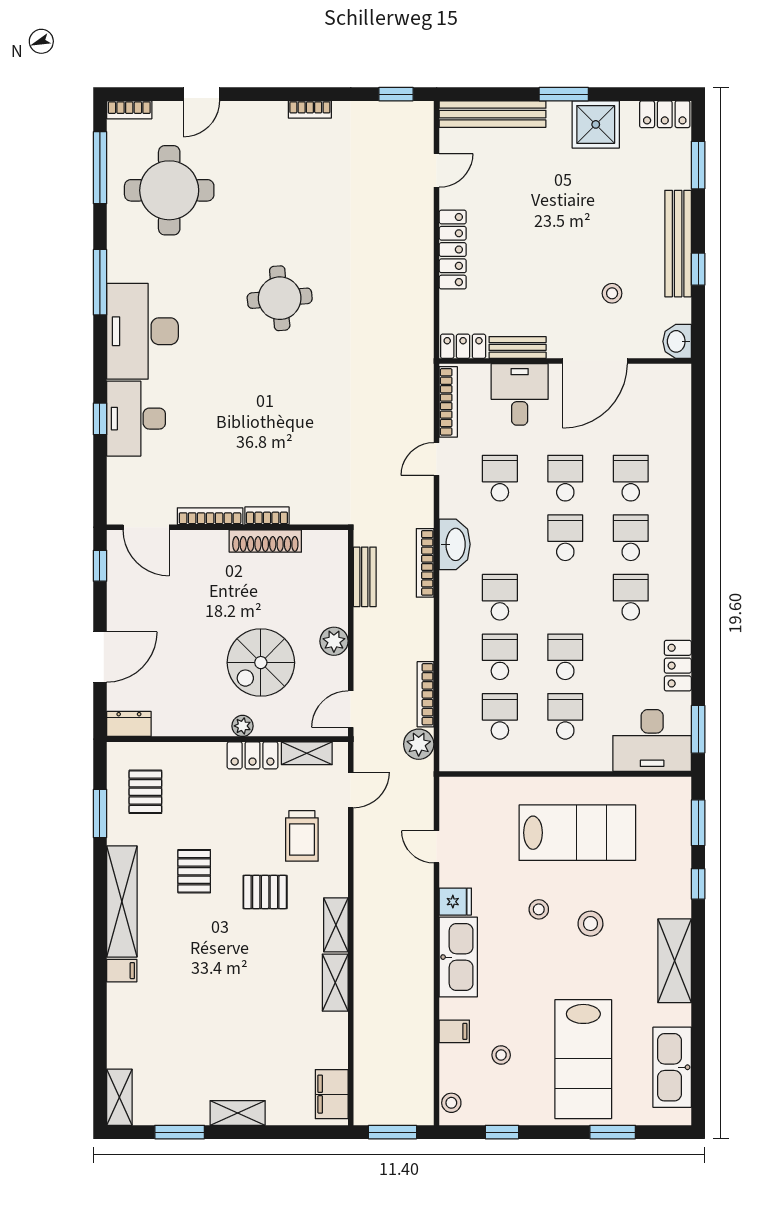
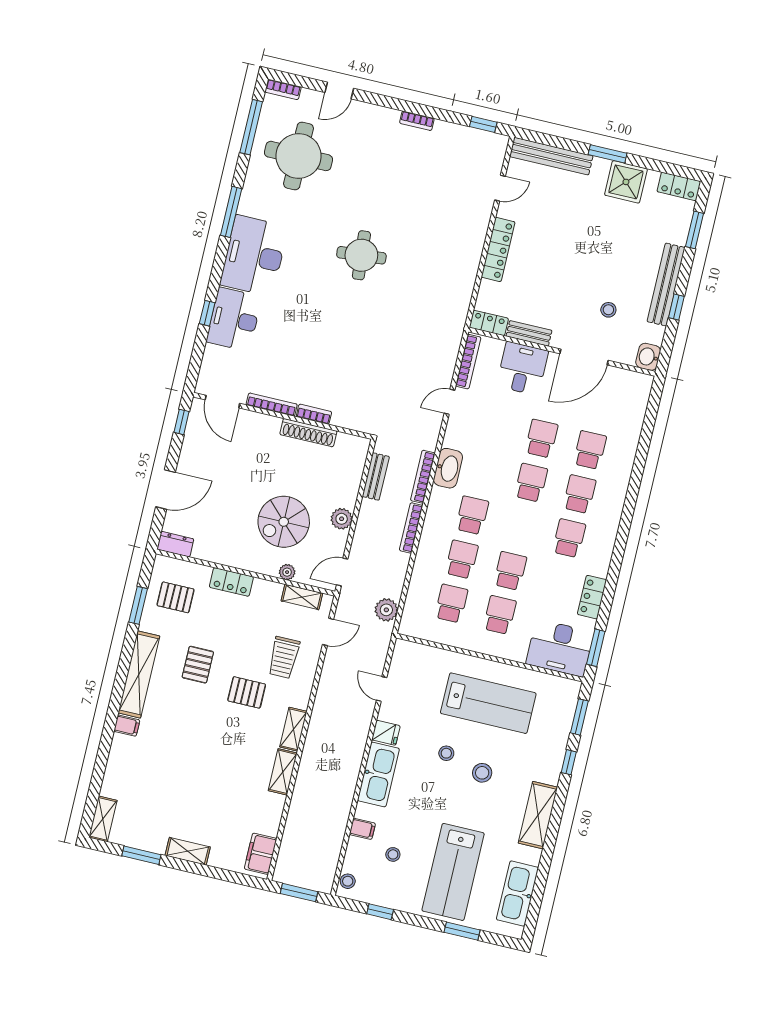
school desk: (500, 478) -> (493, 427), removed
bookcase: (426, 694) -> (411, 528), moved
plant: (242, 726) -> (287, 572), moved
locker: (253, 755) -> (231, 582), moved
pallet: (145, 792) -> (176, 597), turned 90

